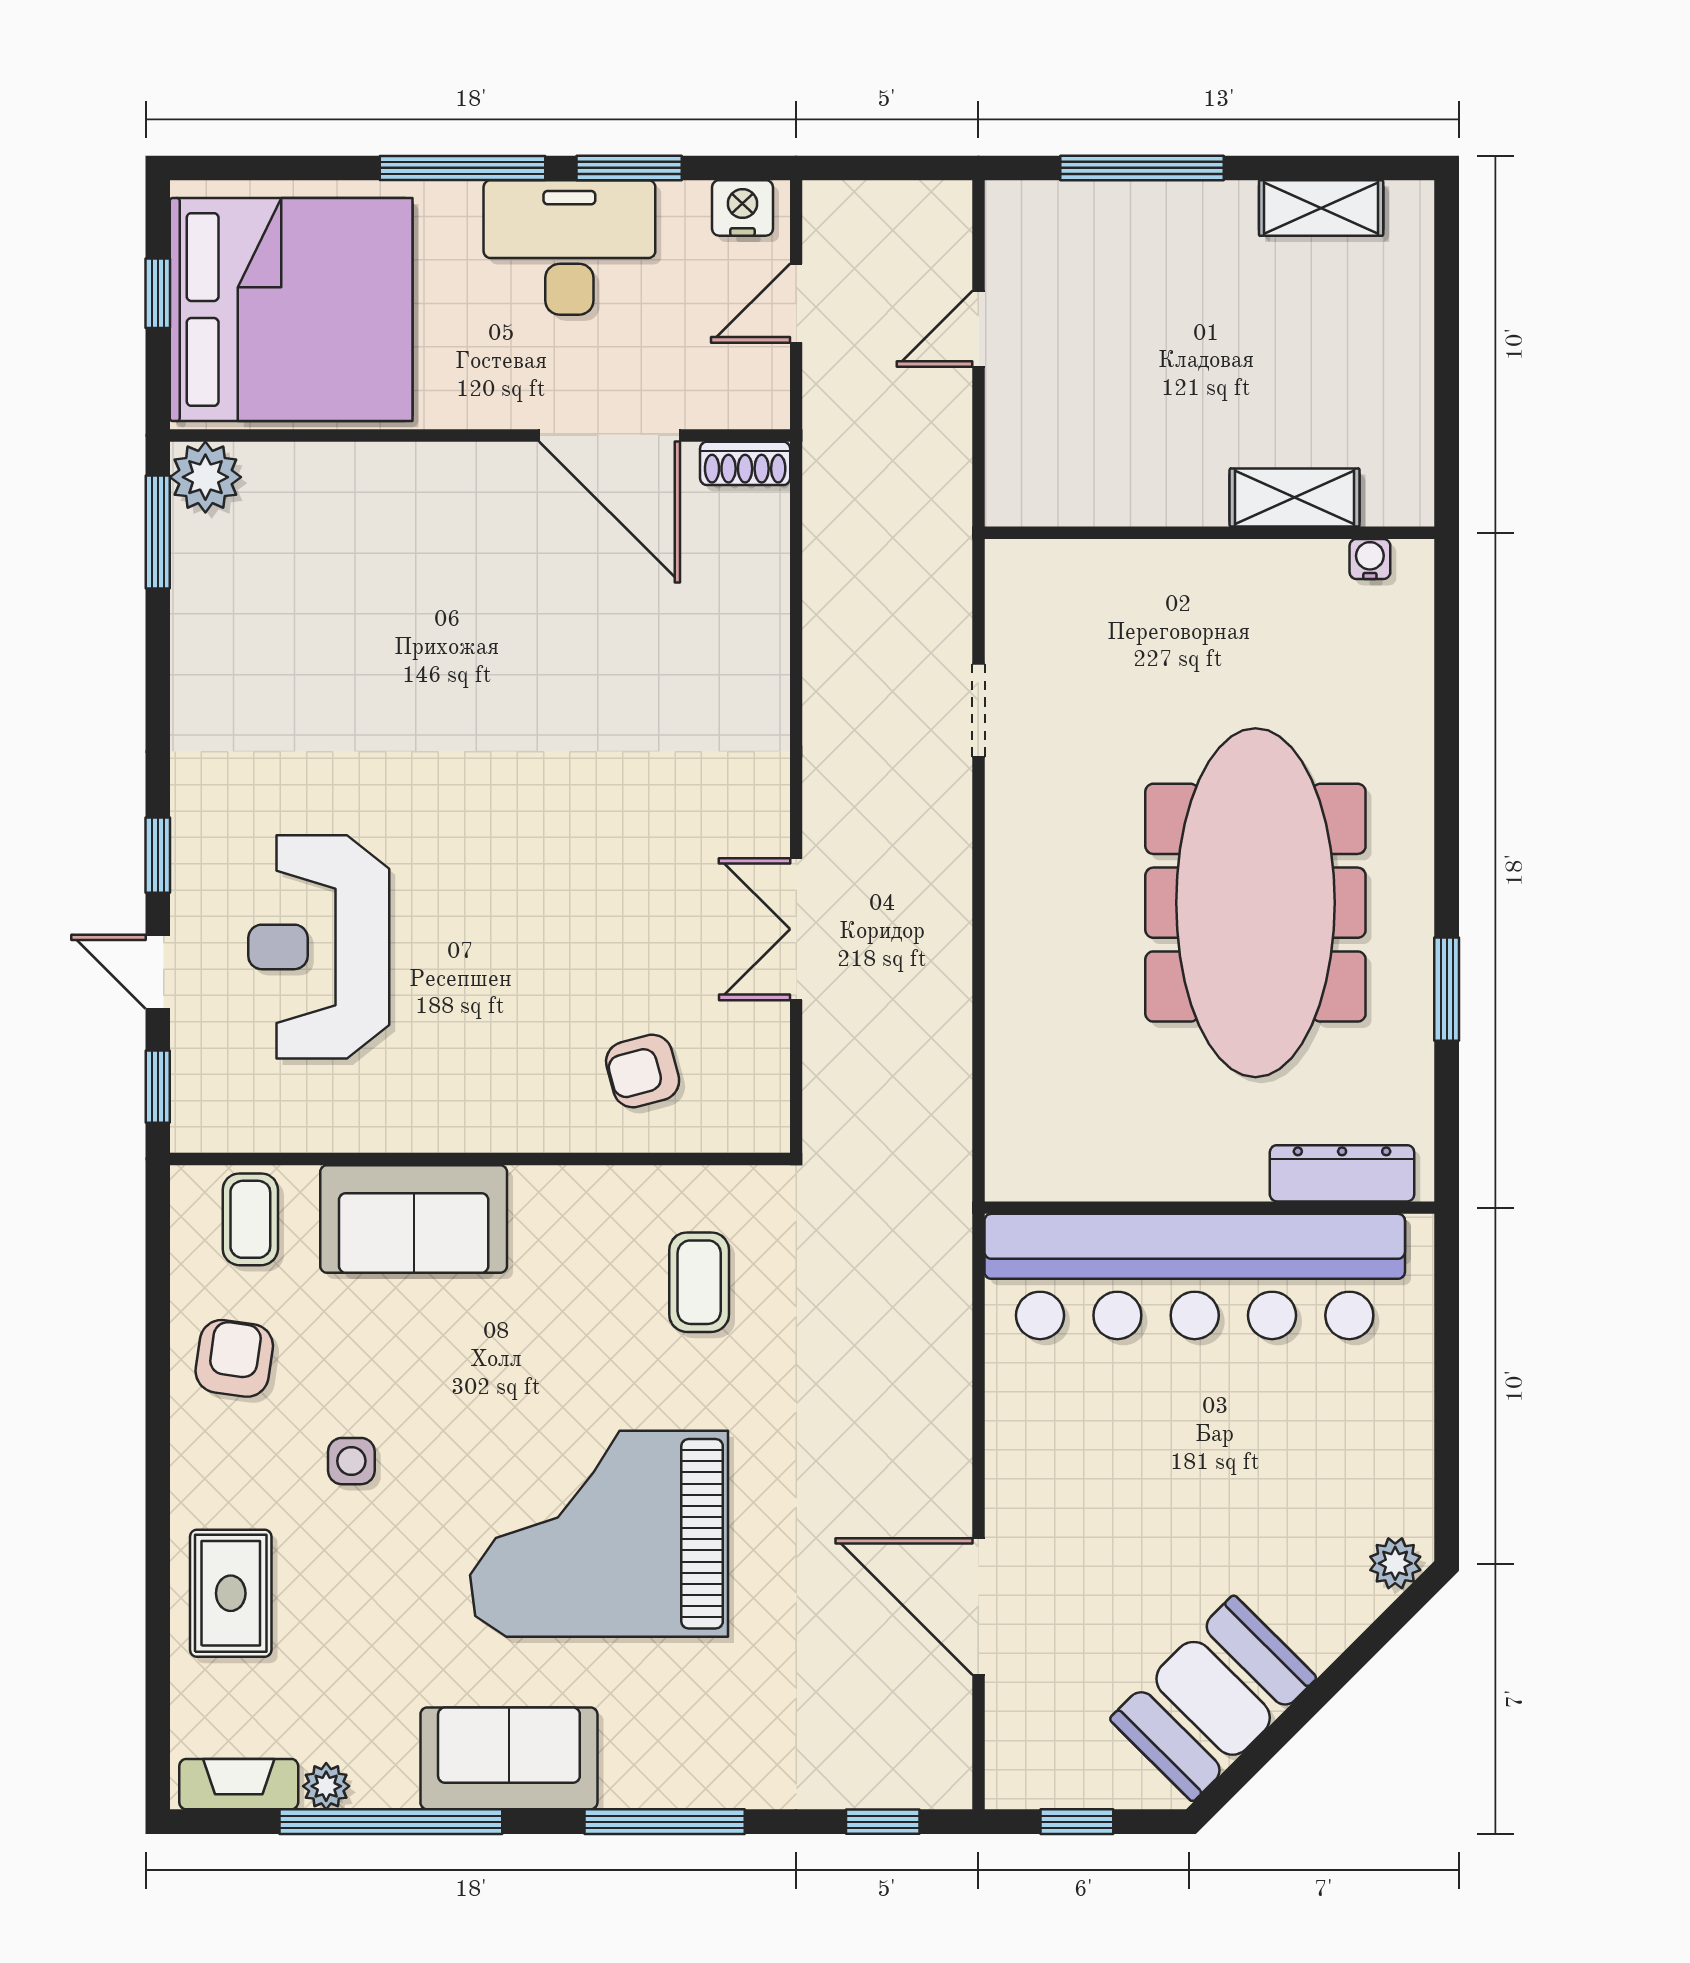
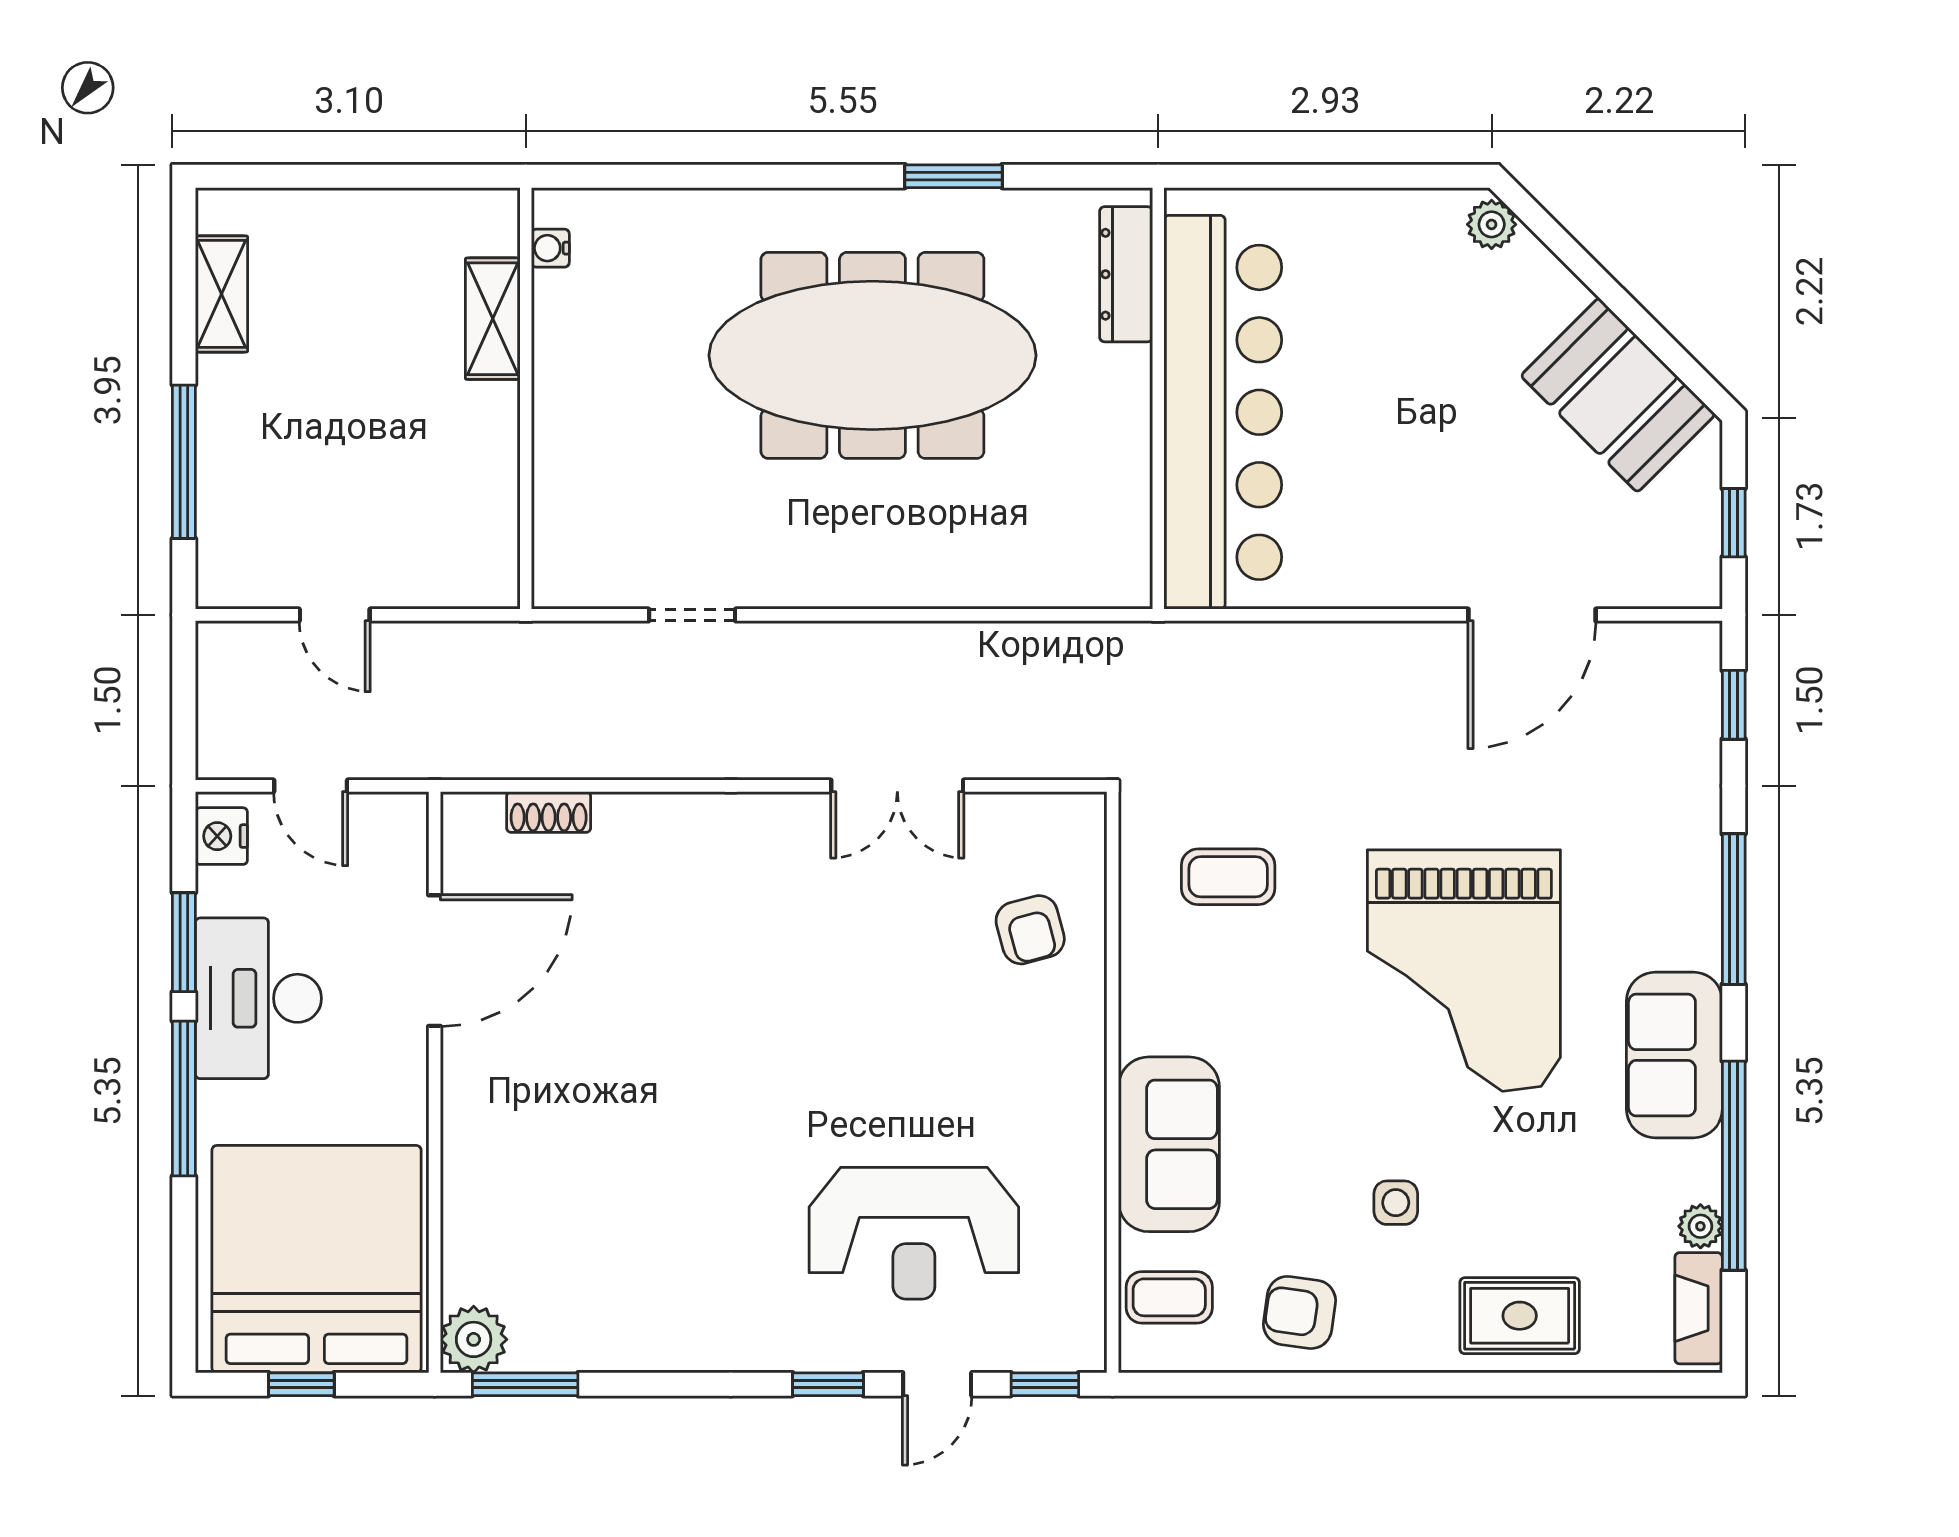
shoe rack: (745, 463) -> (549, 812), moved, turned 90

